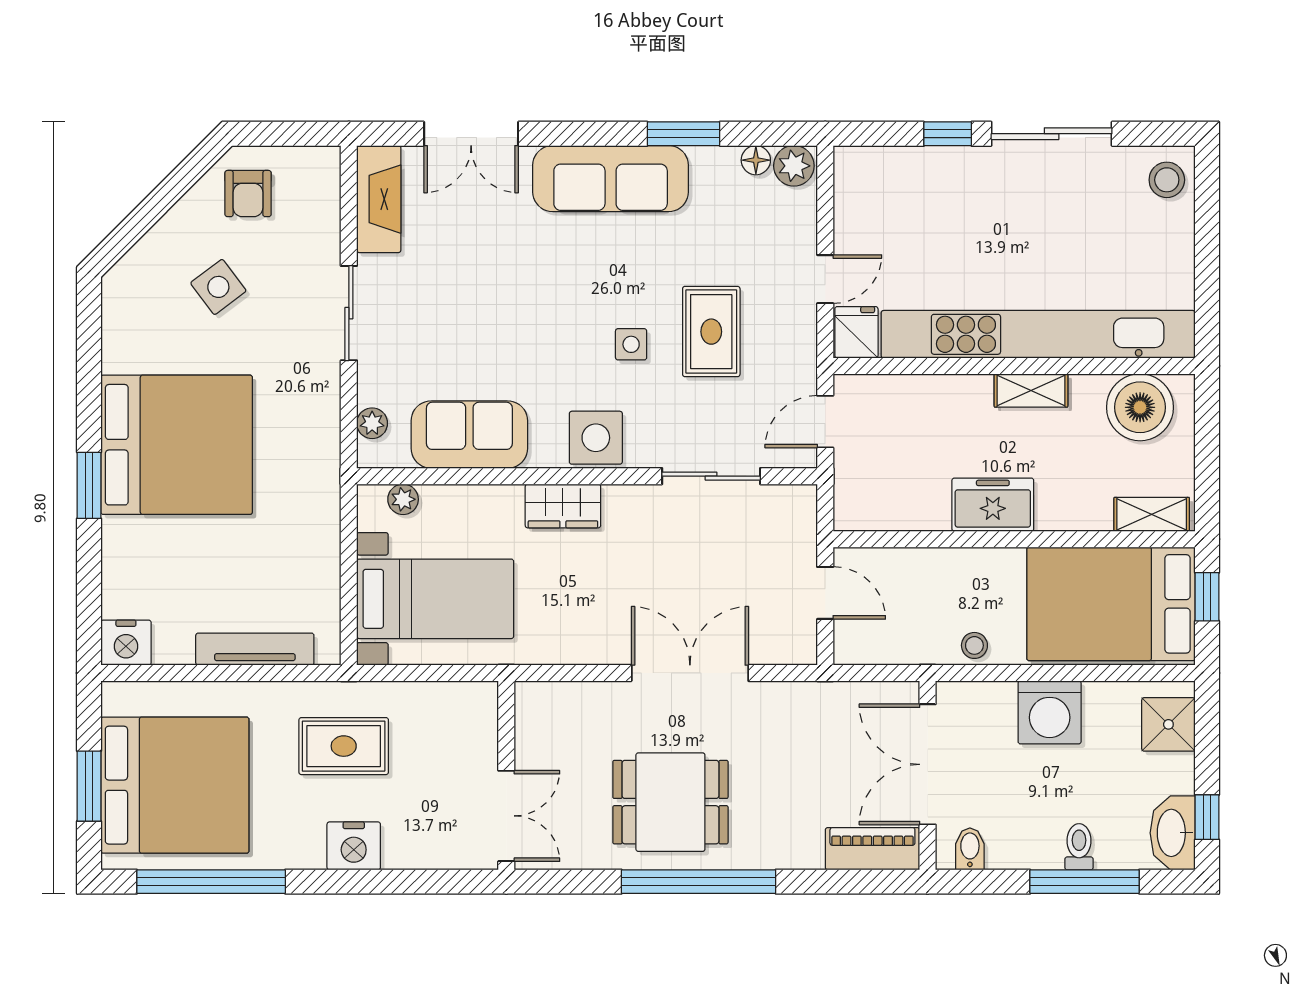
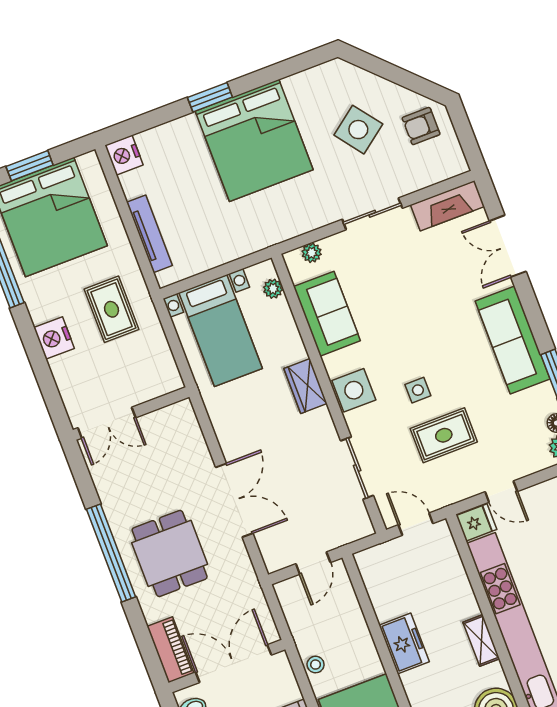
side table: (218, 287) -> (358, 130), width x1.37, depth x1.37
dining table: (670, 802) -> (170, 553), moved

